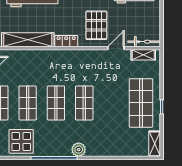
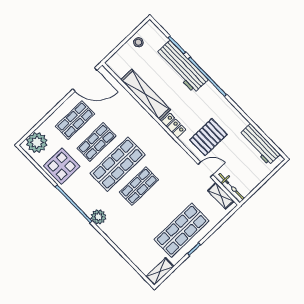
shop shelf: (56, 103) -> (118, 164), width x1.43, depth x1.36

